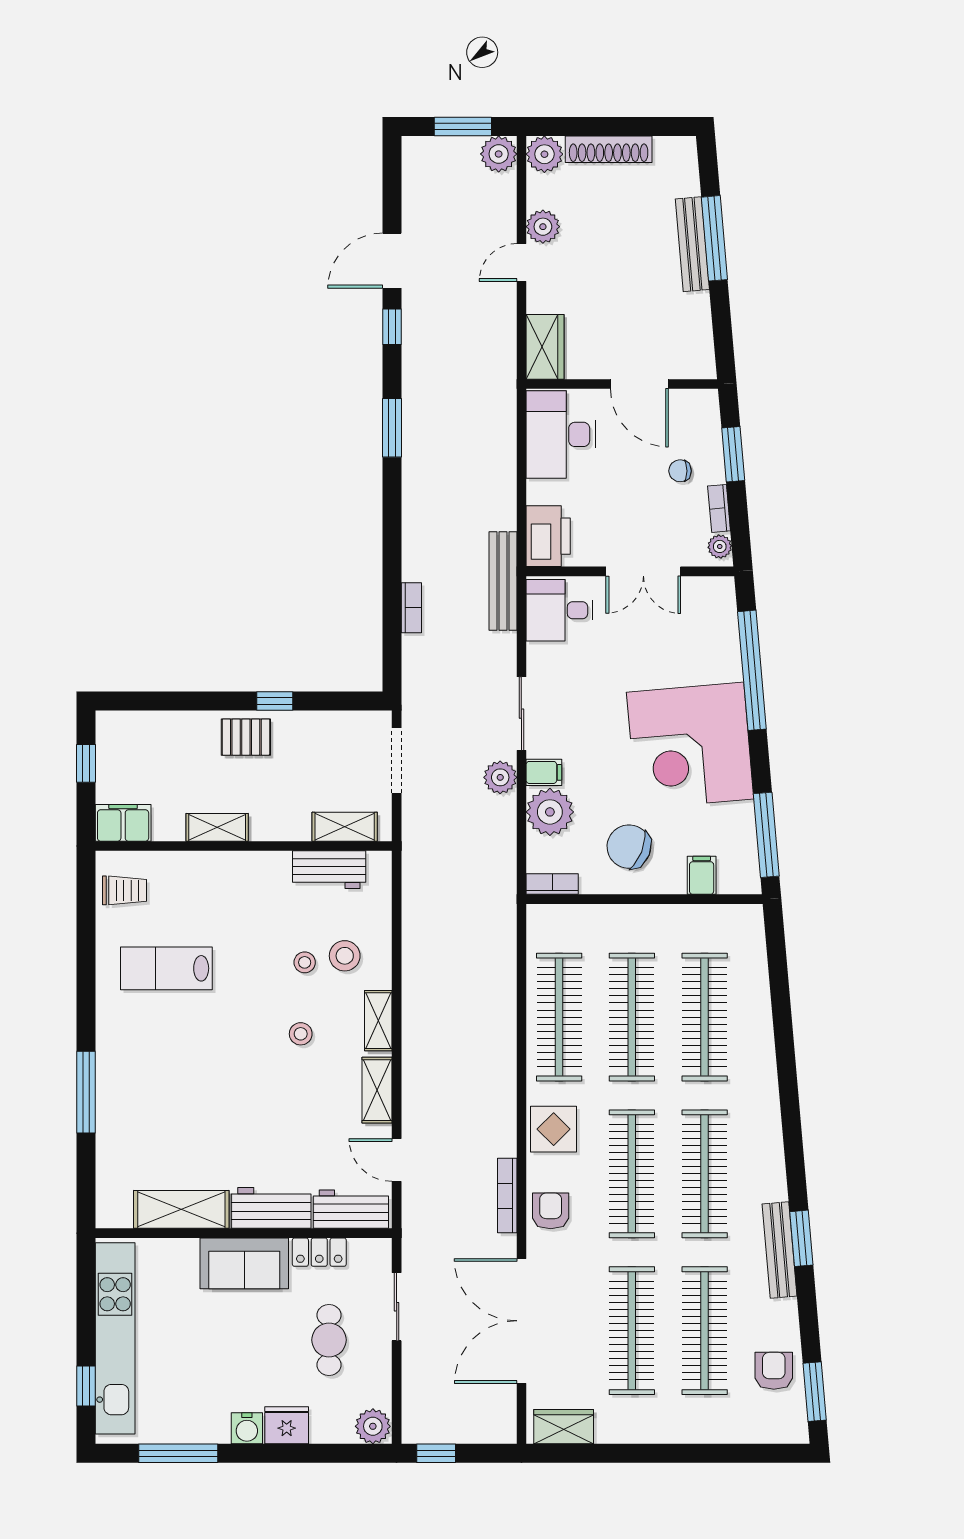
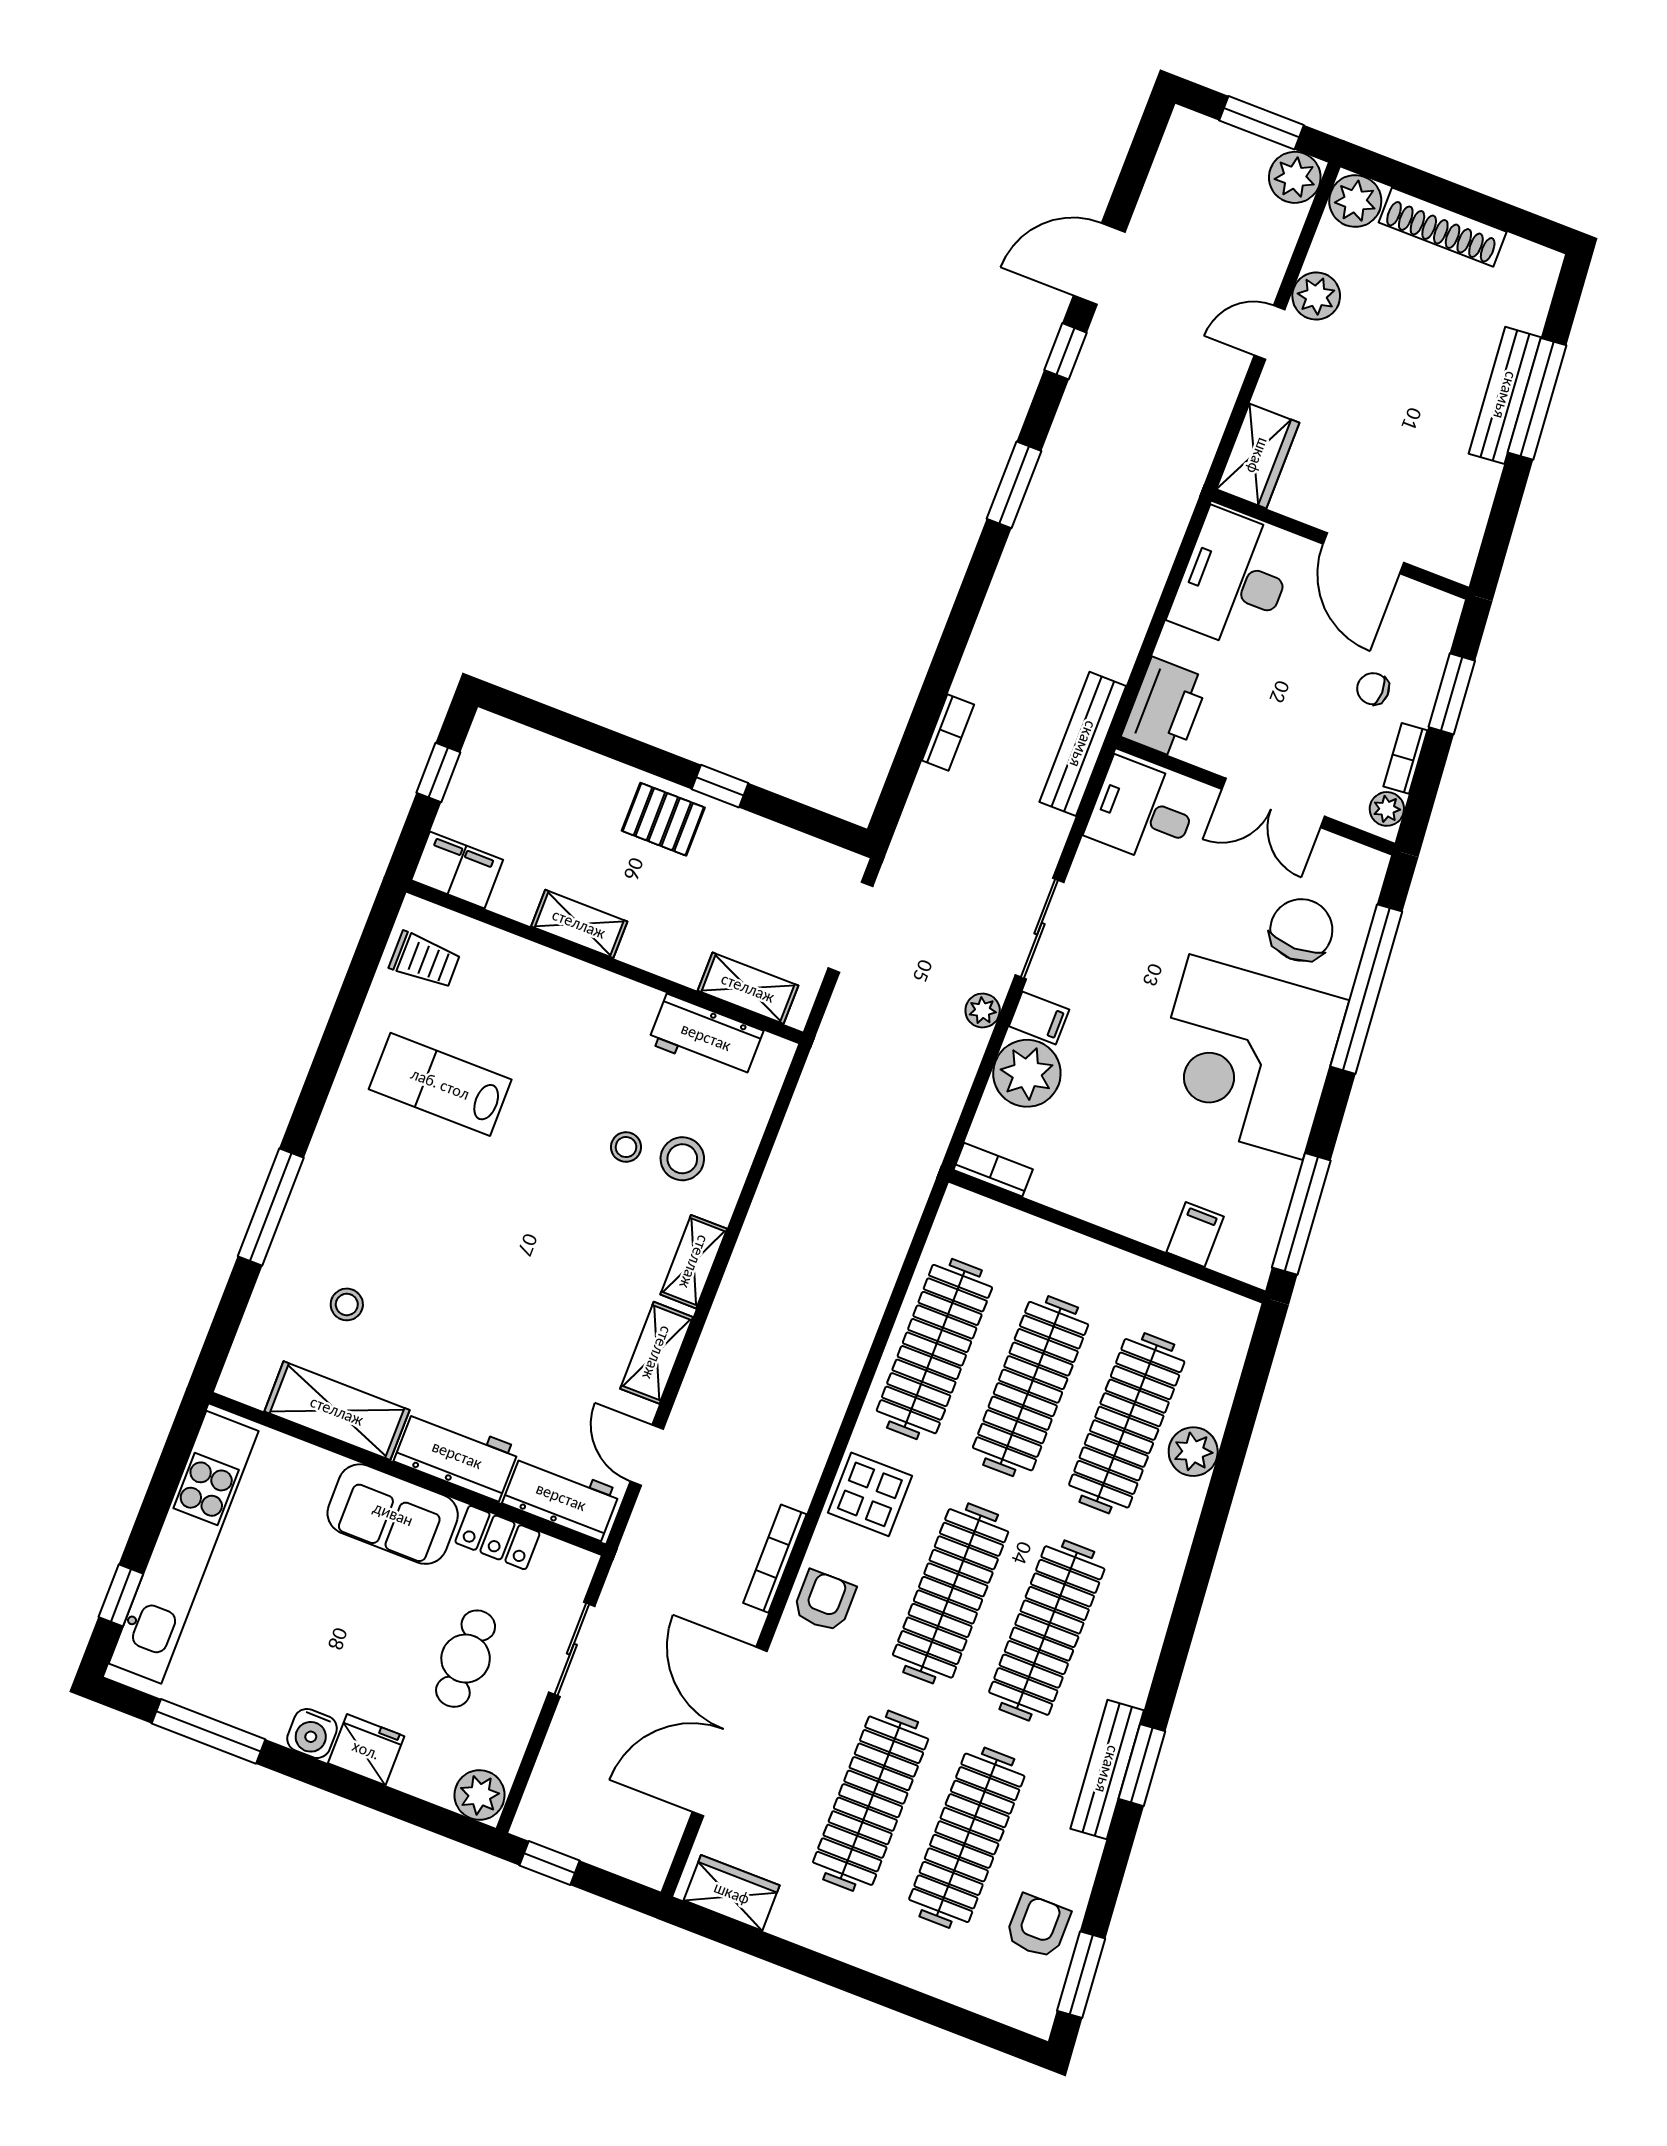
plant: (500, 777) -> (983, 1010), width x0.73, depth x0.73
chair: (629, 847) -> (1301, 930), moved, turned 68
plant: (756, 1019) -> (1193, 1452), added
stool: (301, 1034) -> (347, 1304), moved

